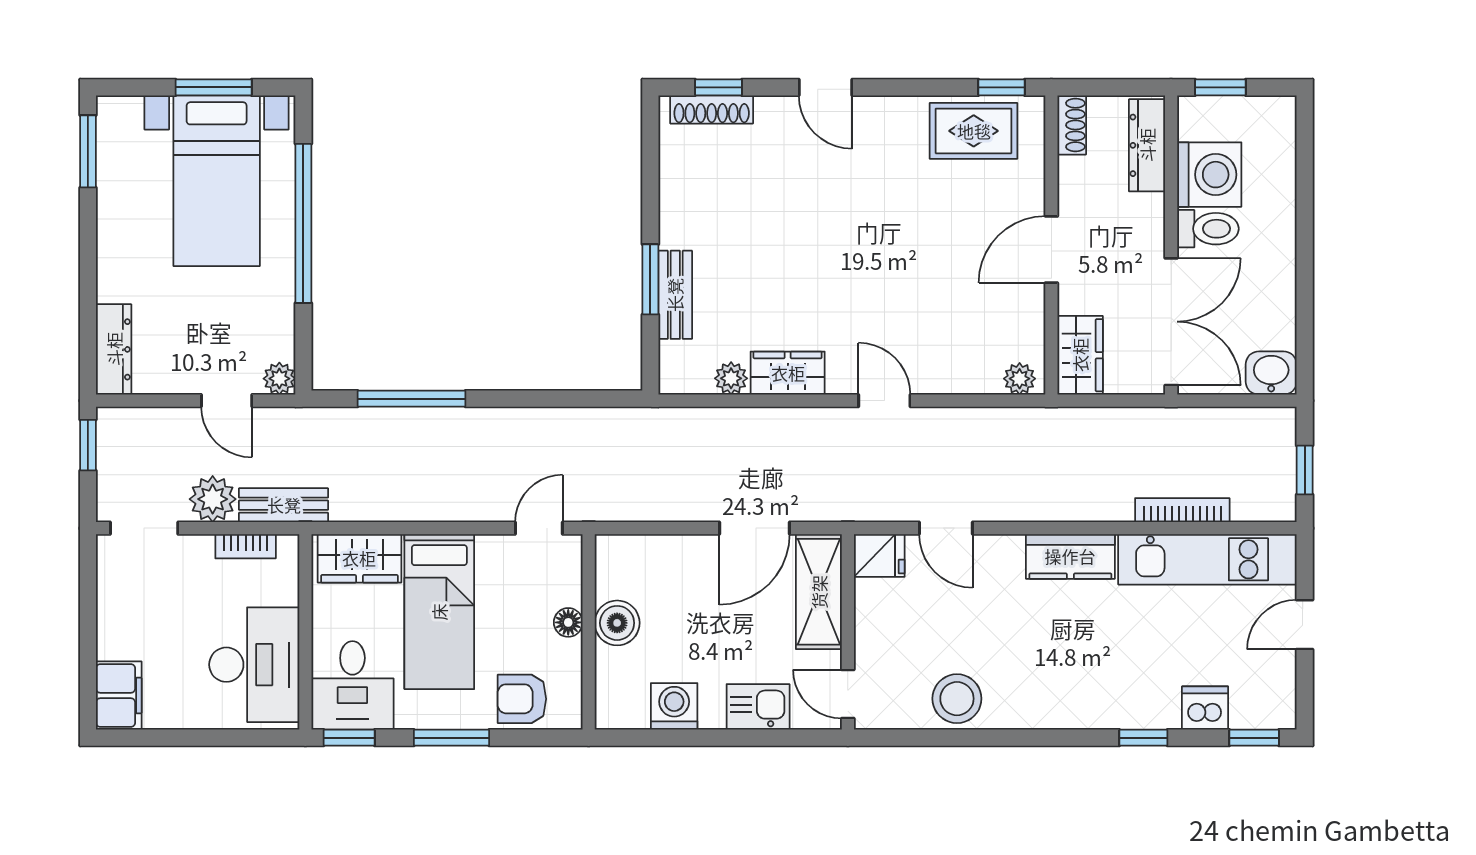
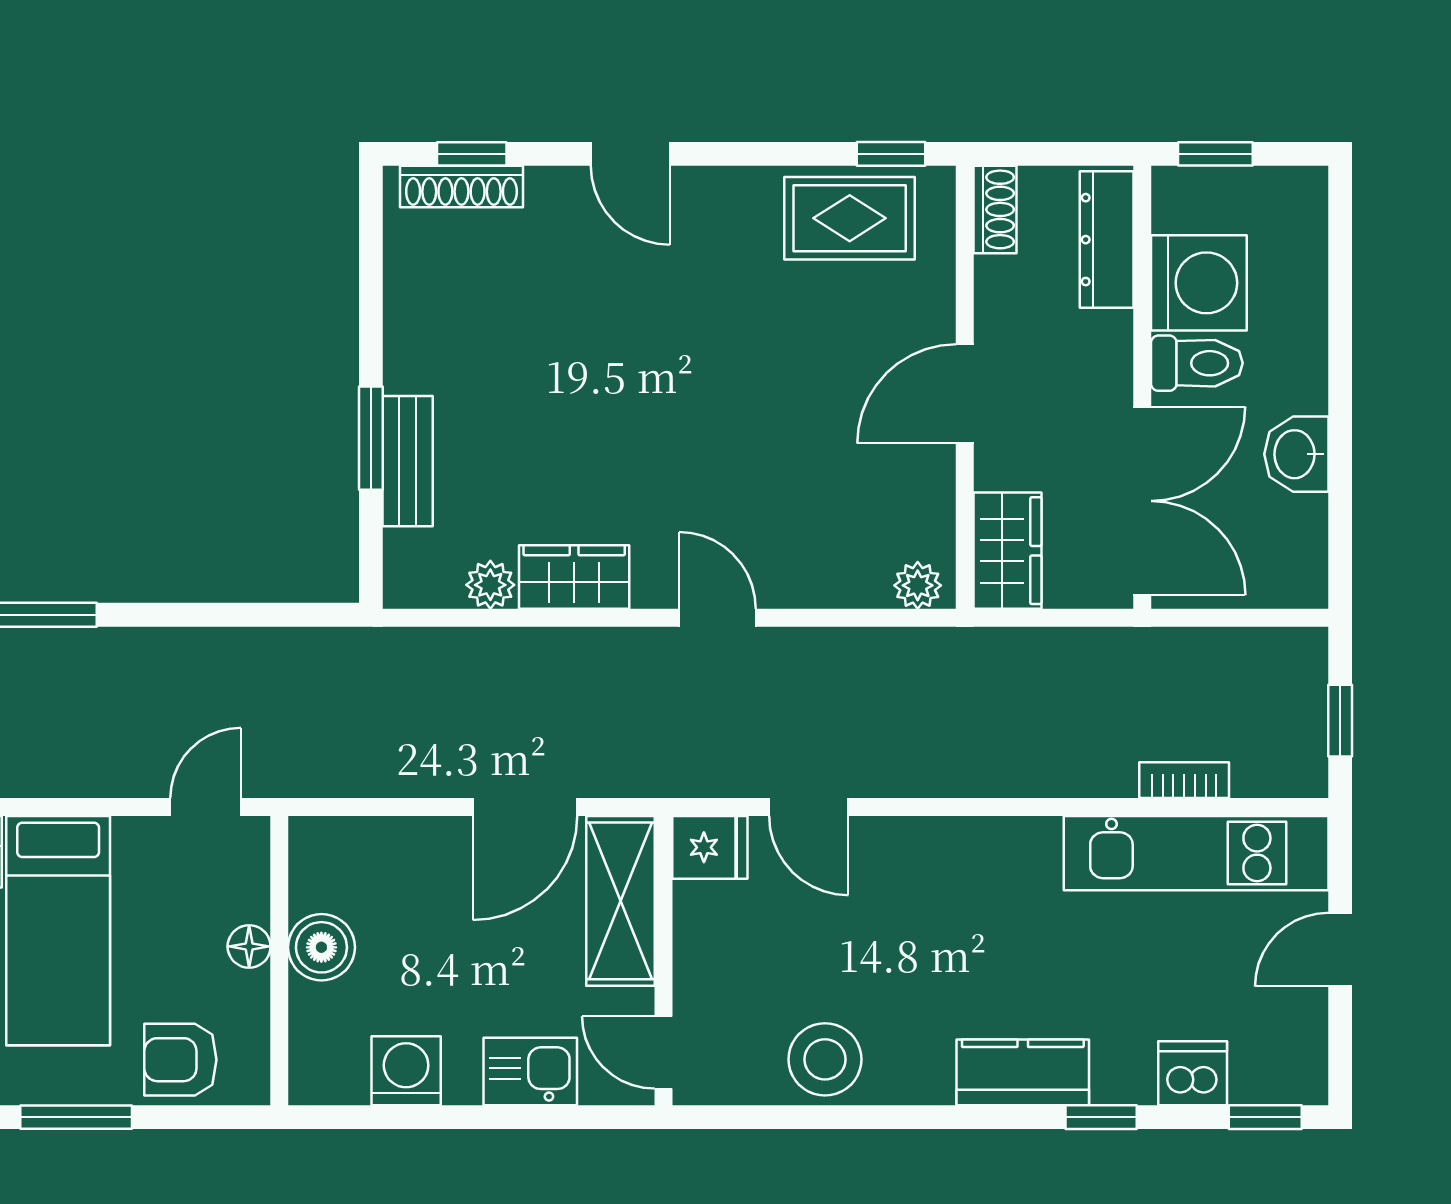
washbasin: (1271, 373) -> (1296, 454), moved, turned -90
bookcase: (1182, 510) -> (1184, 780), width x0.64
kitchen counter: (1070, 556) -> (1023, 1072), moved, turned 180

